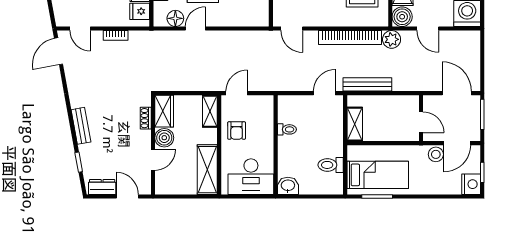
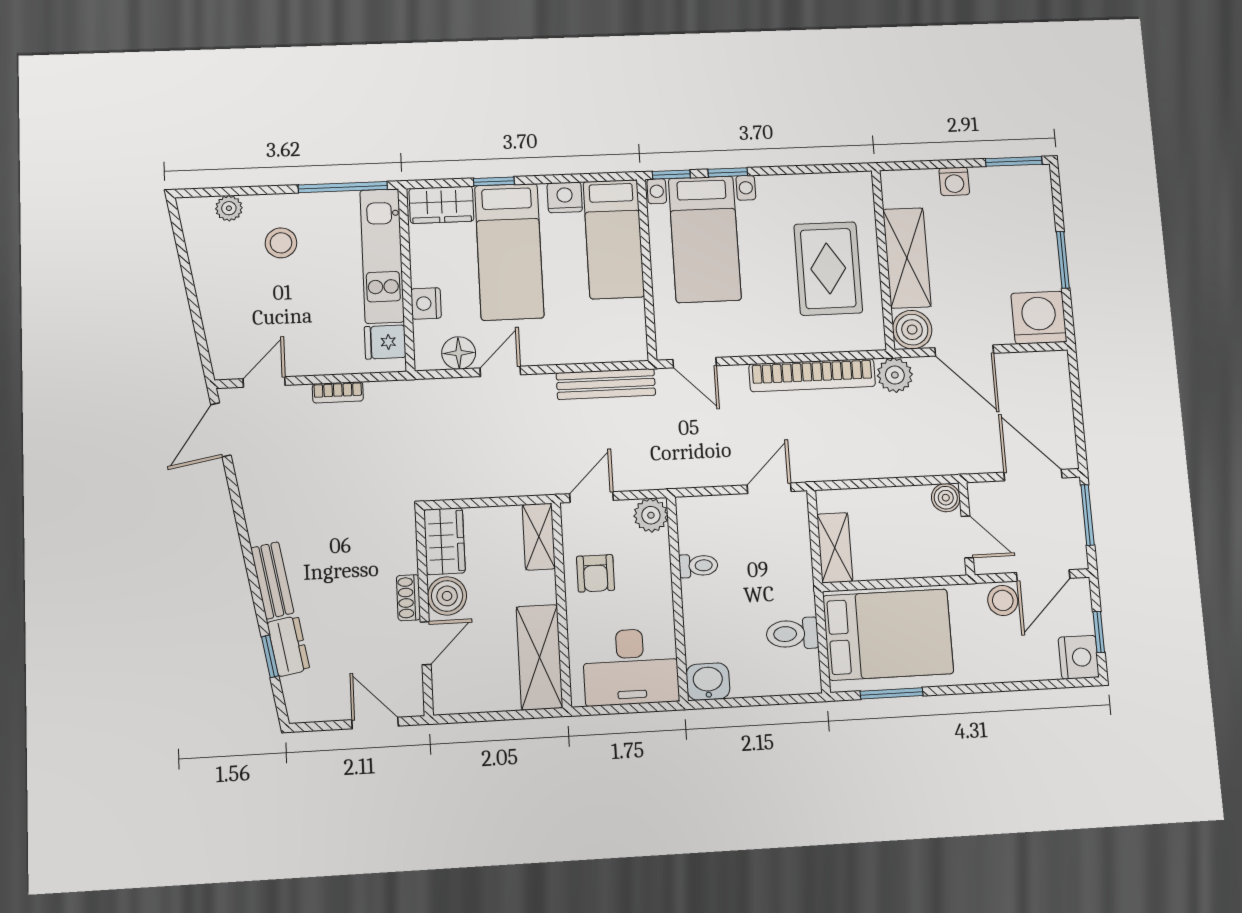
door: (80, 29) -> (264, 382), swing flipped
door: (428, 29) -> (964, 350), width x1.38
bench: (367, 84) -> (606, 384), moved
boiler: (412, 102) -> (946, 498), added
plant: (265, 104) -> (651, 515), added
shoe rack: (146, 118) -> (408, 598), moved
bed: (378, 175) -> (888, 635), width x1.50
dresser: (102, 187) -> (288, 646), moved, turned 80

